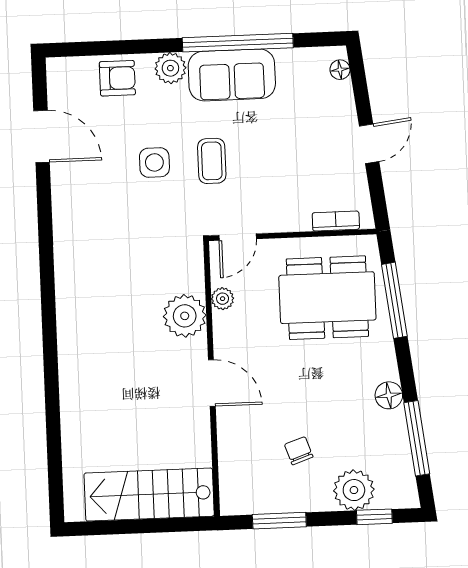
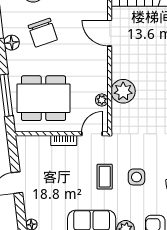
bookcase: (336, 221) -> (64, 141), moved
door: (212, 383) -> (110, 33), moved
chair: (299, 451) -> (43, 33), moved, width x1.87, depth x1.87

